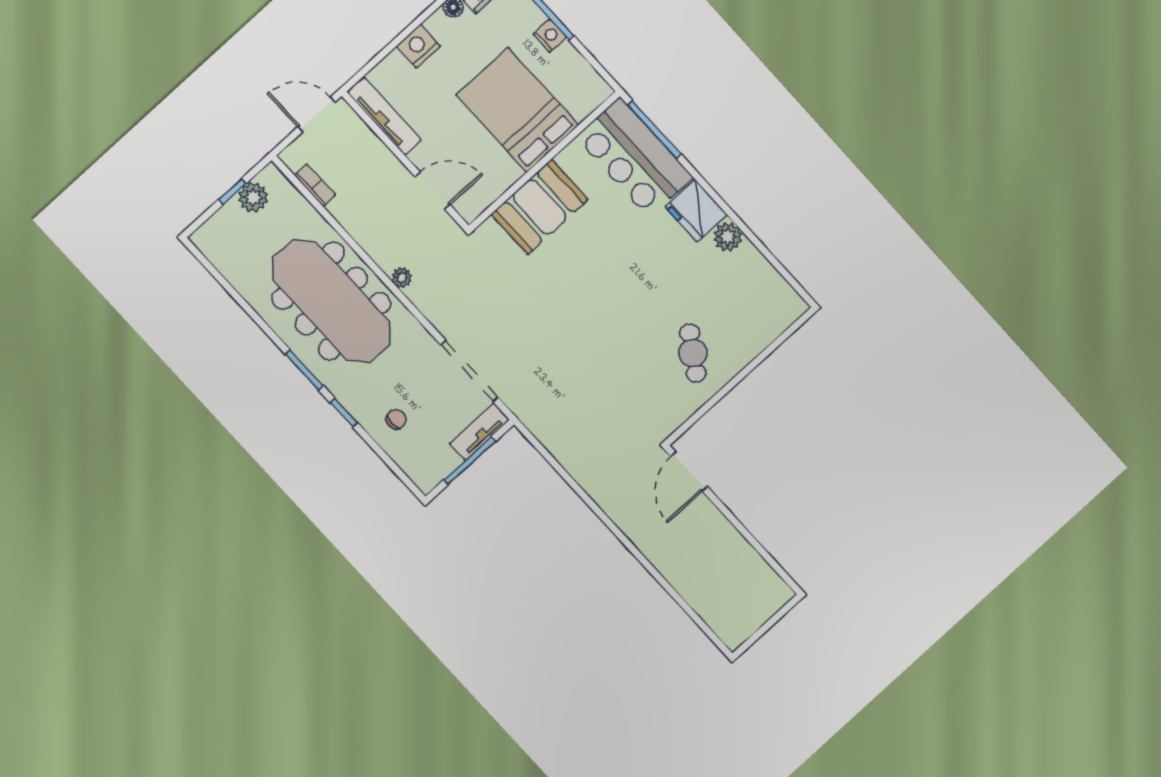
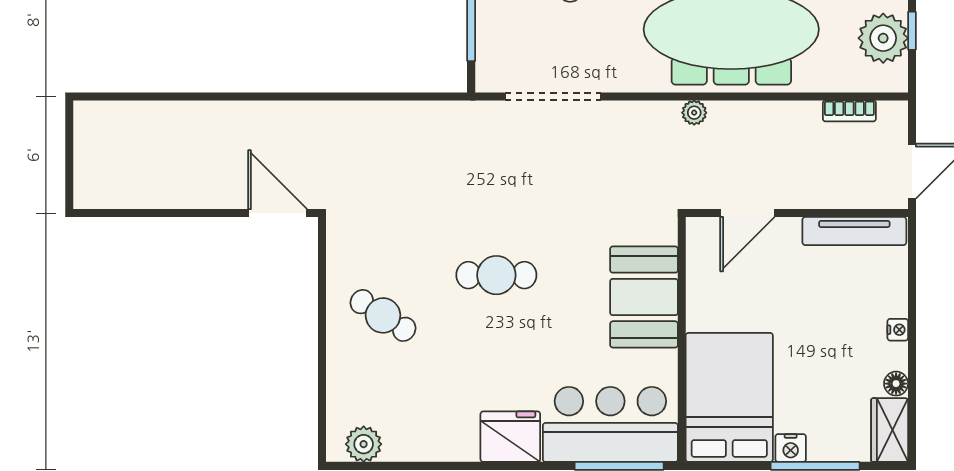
nightstand: (418, 46) -> (898, 330), width x0.53, depth x0.56
bed: (517, 110) -> (729, 397), moved, turned -90
plant: (253, 197) -> (883, 38), width x1.36, depth x1.36
plant: (728, 237) -> (364, 444), moved
cafe table: (607, 307) -> (496, 275), added
tv unit: (480, 432) -> (489, 55), removed

